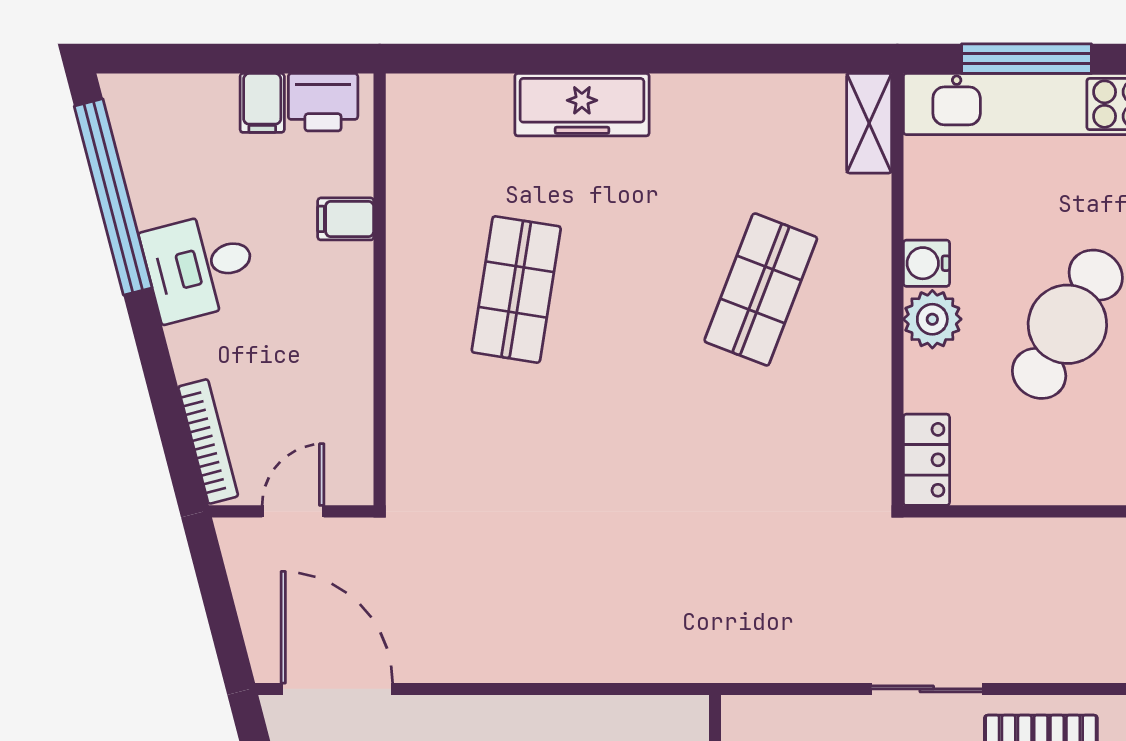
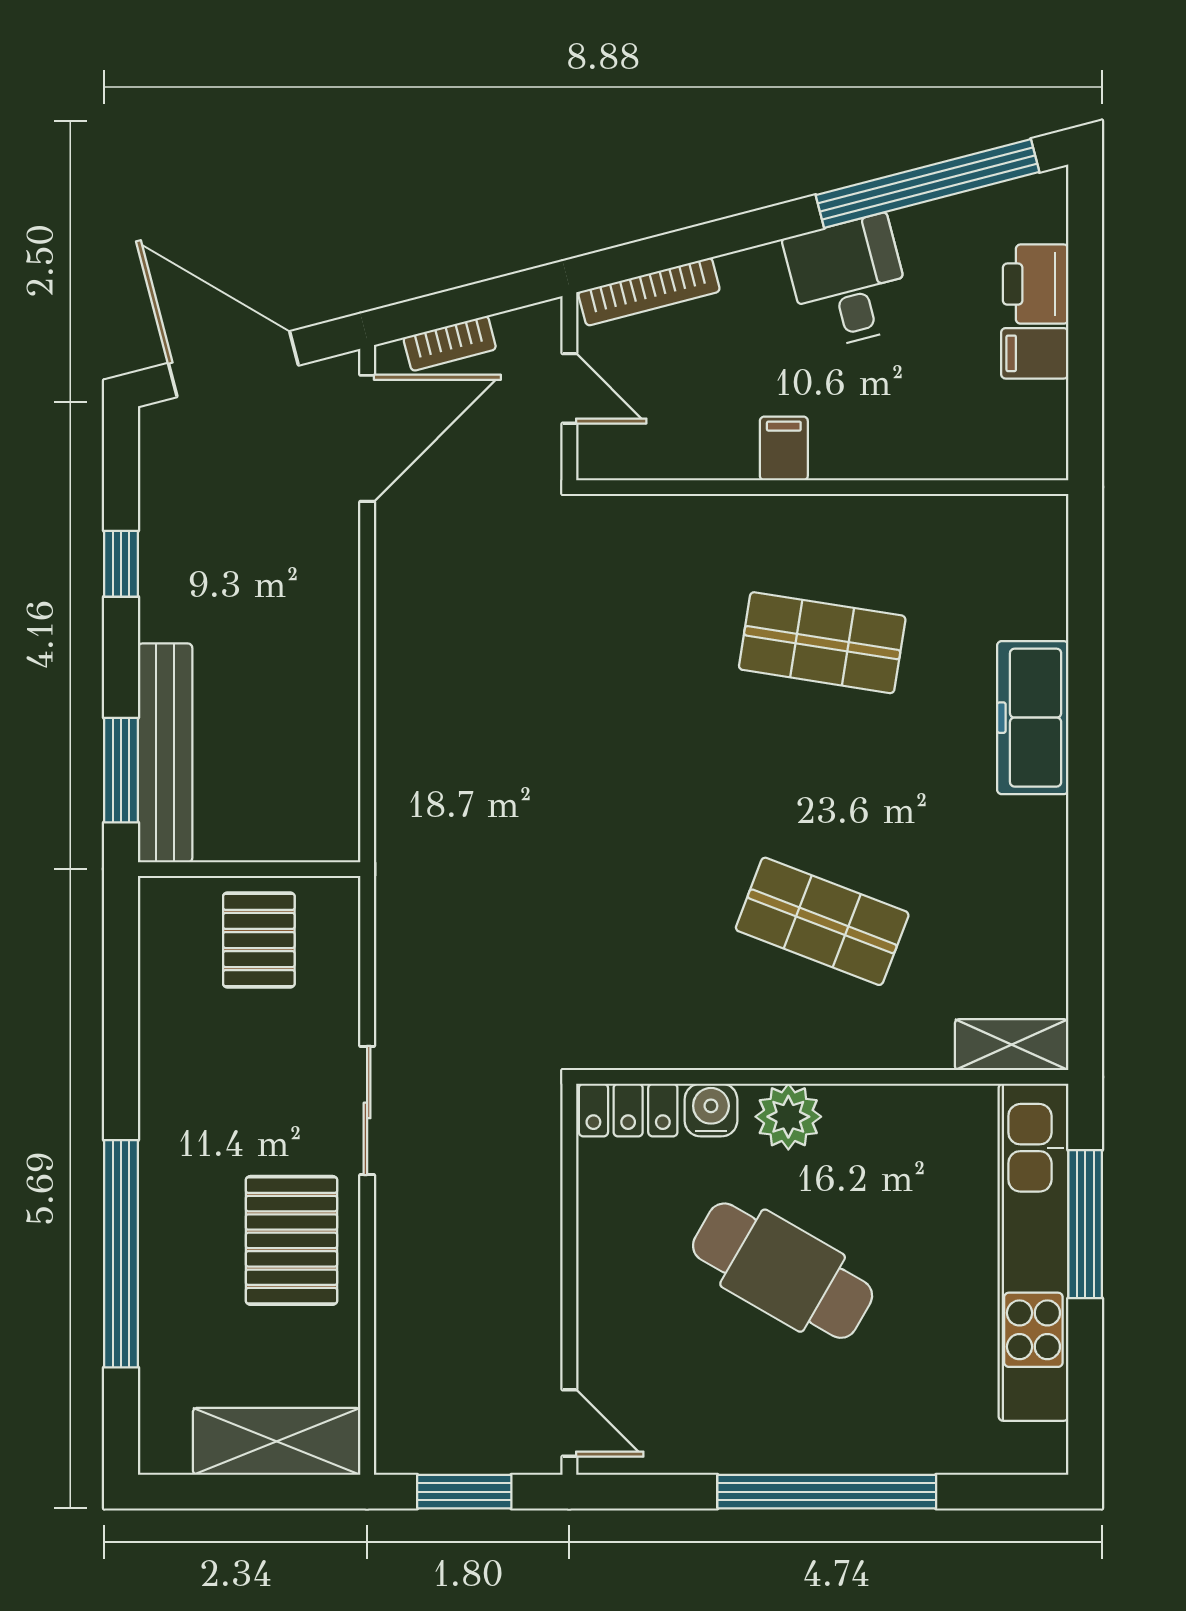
printer: (323, 102) -> (1036, 284), moved
filing cabinet: (346, 219) -> (784, 448), moved
water cooler: (926, 263) -> (711, 1110), moved
bookcase: (253, 616) -> (450, 343), added

